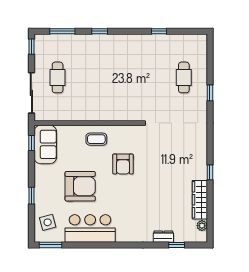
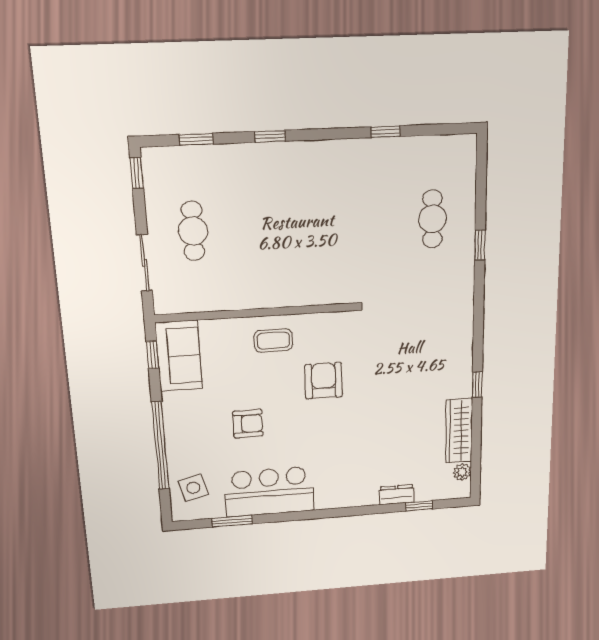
window: (62, 31) -> (196, 139), width x0.67
sliding door: (31, 93) -> (144, 263), width x0.73
armchair: (123, 164) -> (324, 381), turned 180
armchair: (80, 186) -> (248, 424), width x0.53, depth x0.53
window: (31, 196) -> (160, 446), width x3.17
window: (51, 245) -> (232, 521), moved

